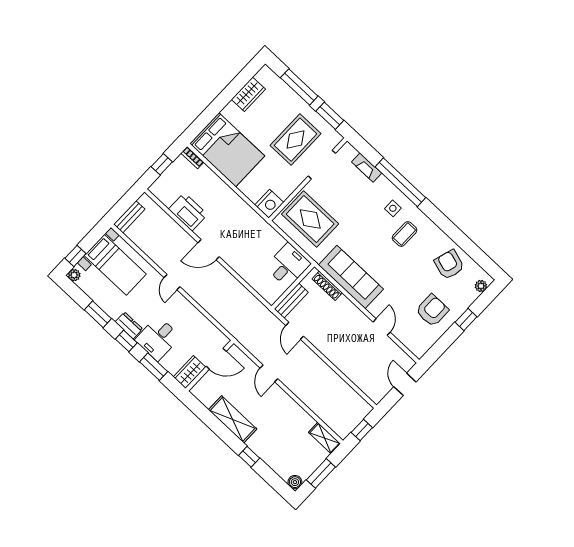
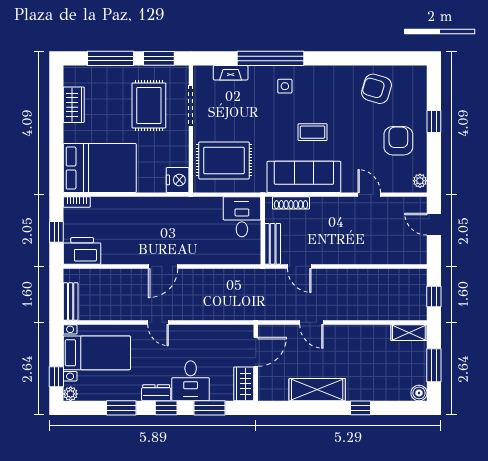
printer: (188, 212) -> (82, 251), moved
coffee table: (405, 234) -> (313, 132), moved, turned 90
plant: (481, 286) -> (420, 181), moved

